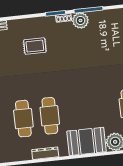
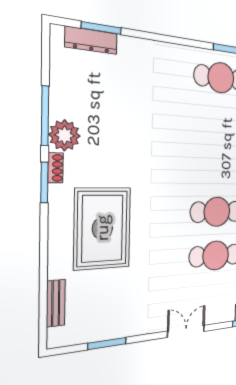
rug: (35, 46) -> (102, 228), width x1.86, depth x2.06

